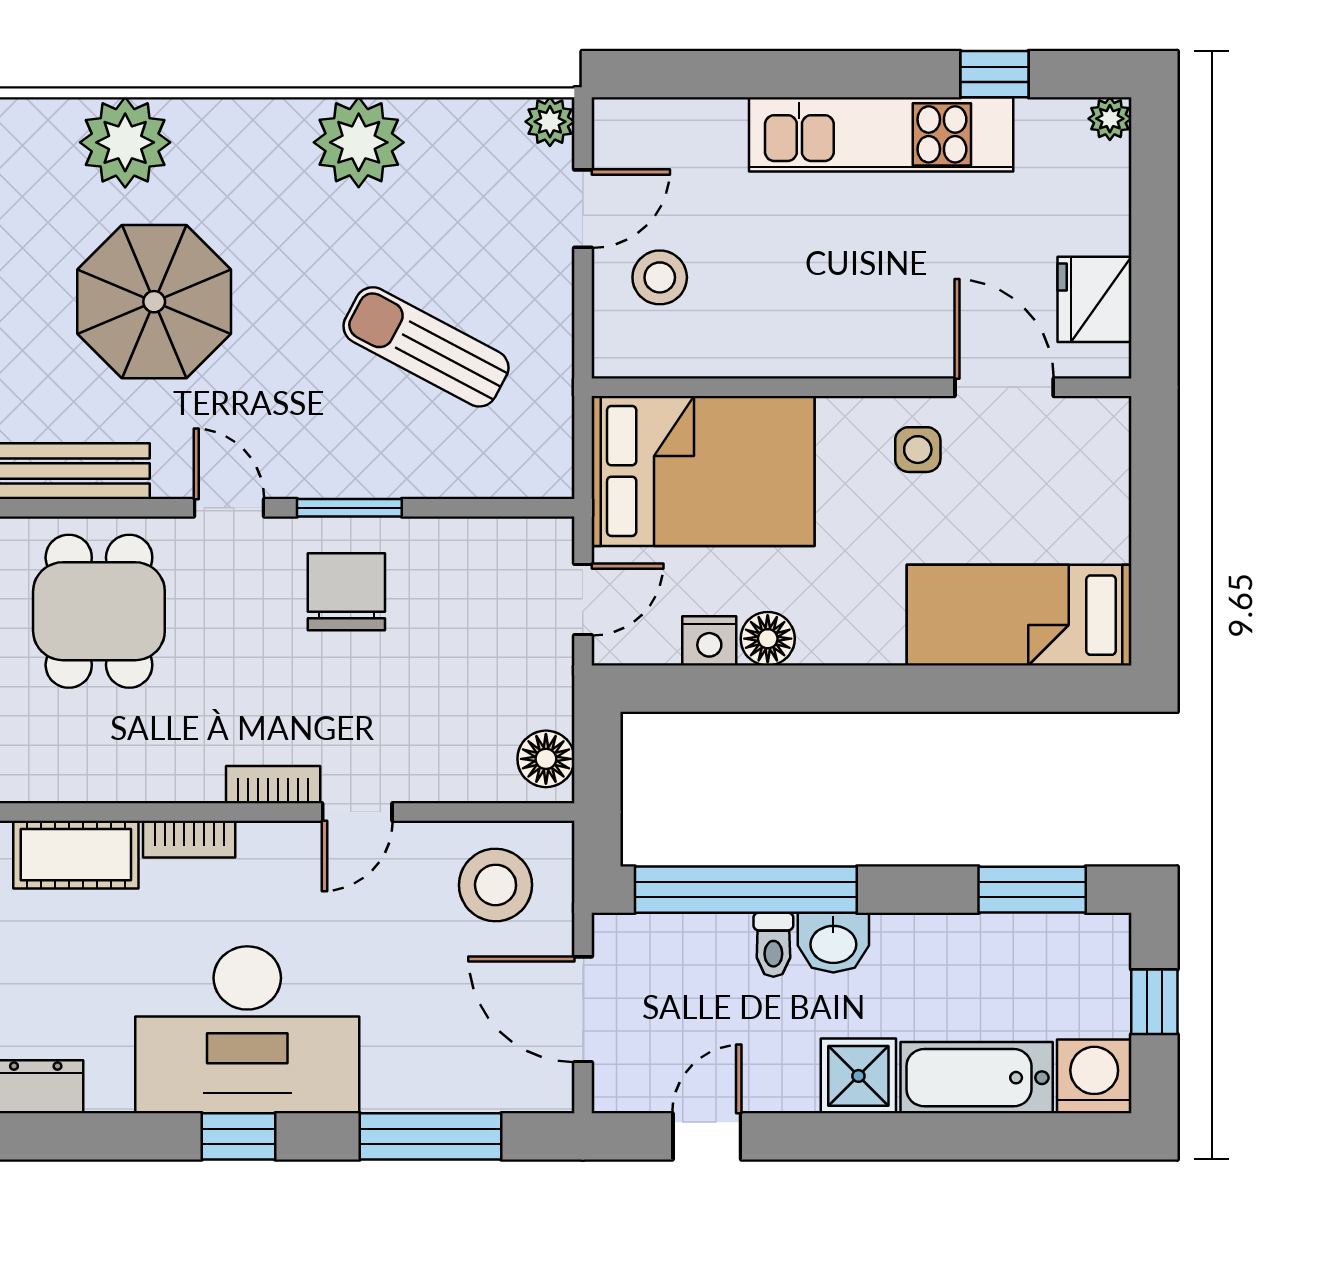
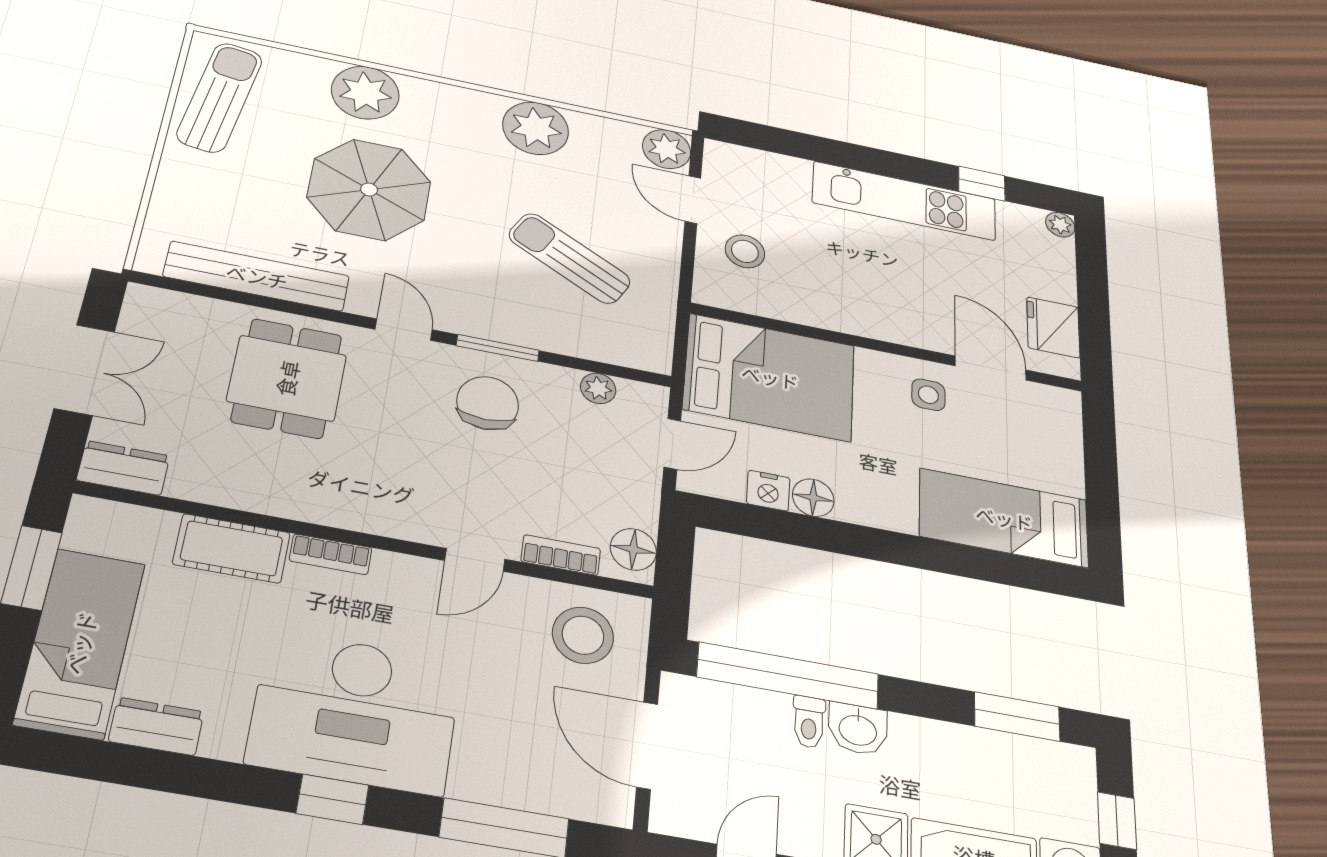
plant: (550, 122) -> (667, 149), width x1.38, depth x1.38
door: (583, 209) -> (693, 200), swing flipped
plant: (482, 539) -> (598, 388), added
bookcase: (273, 785) -> (561, 555), moved

